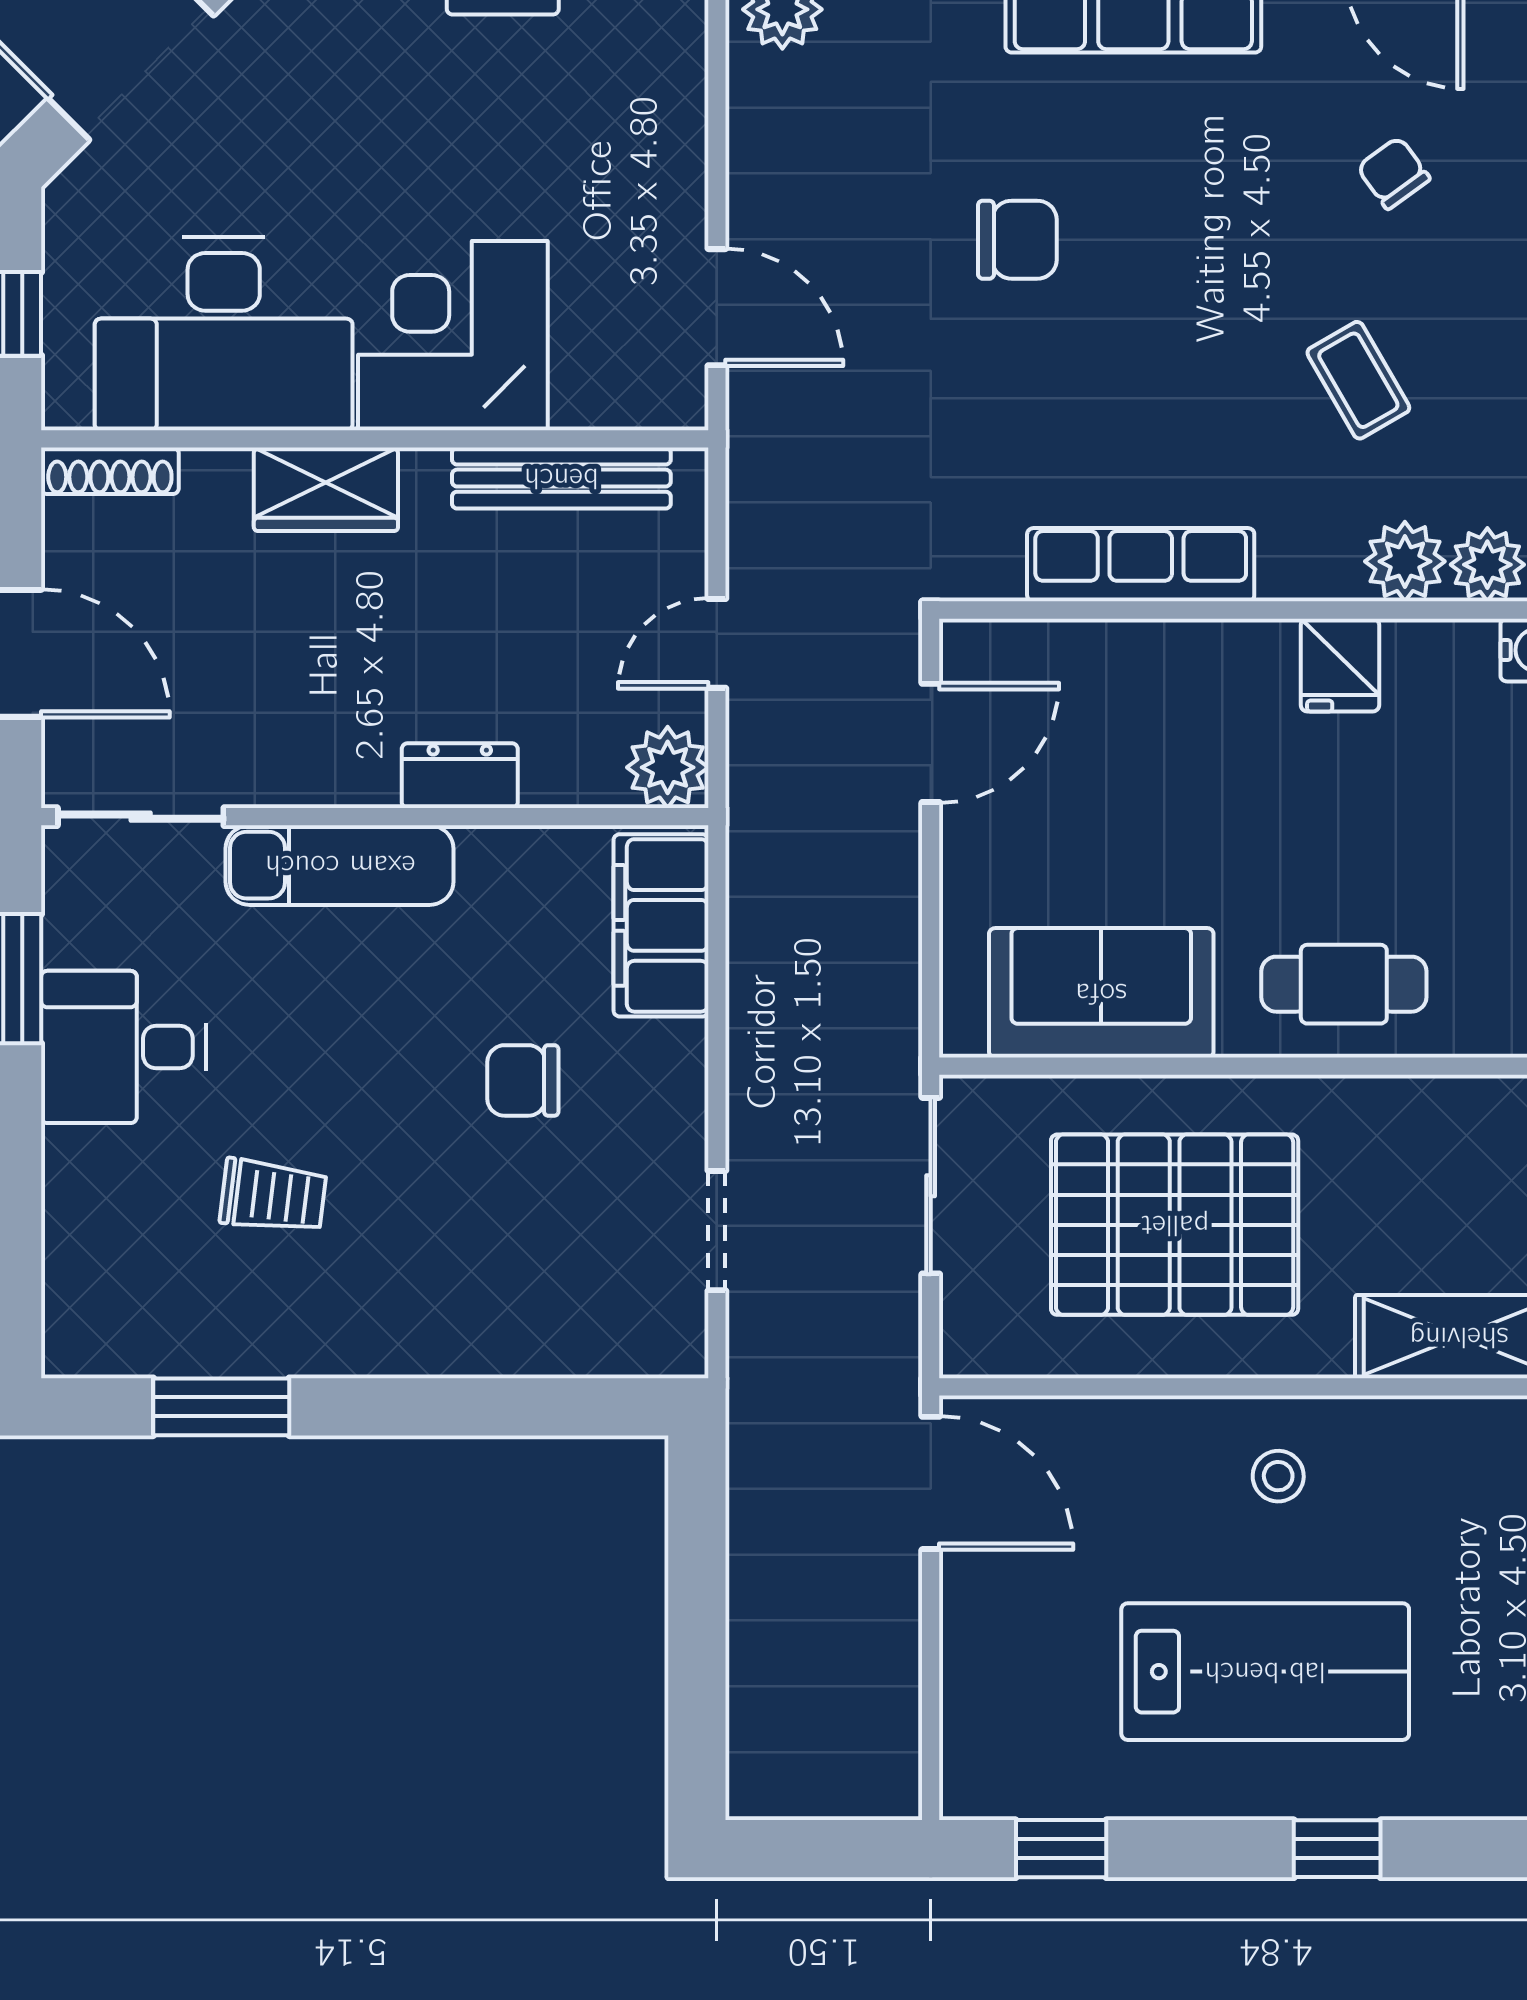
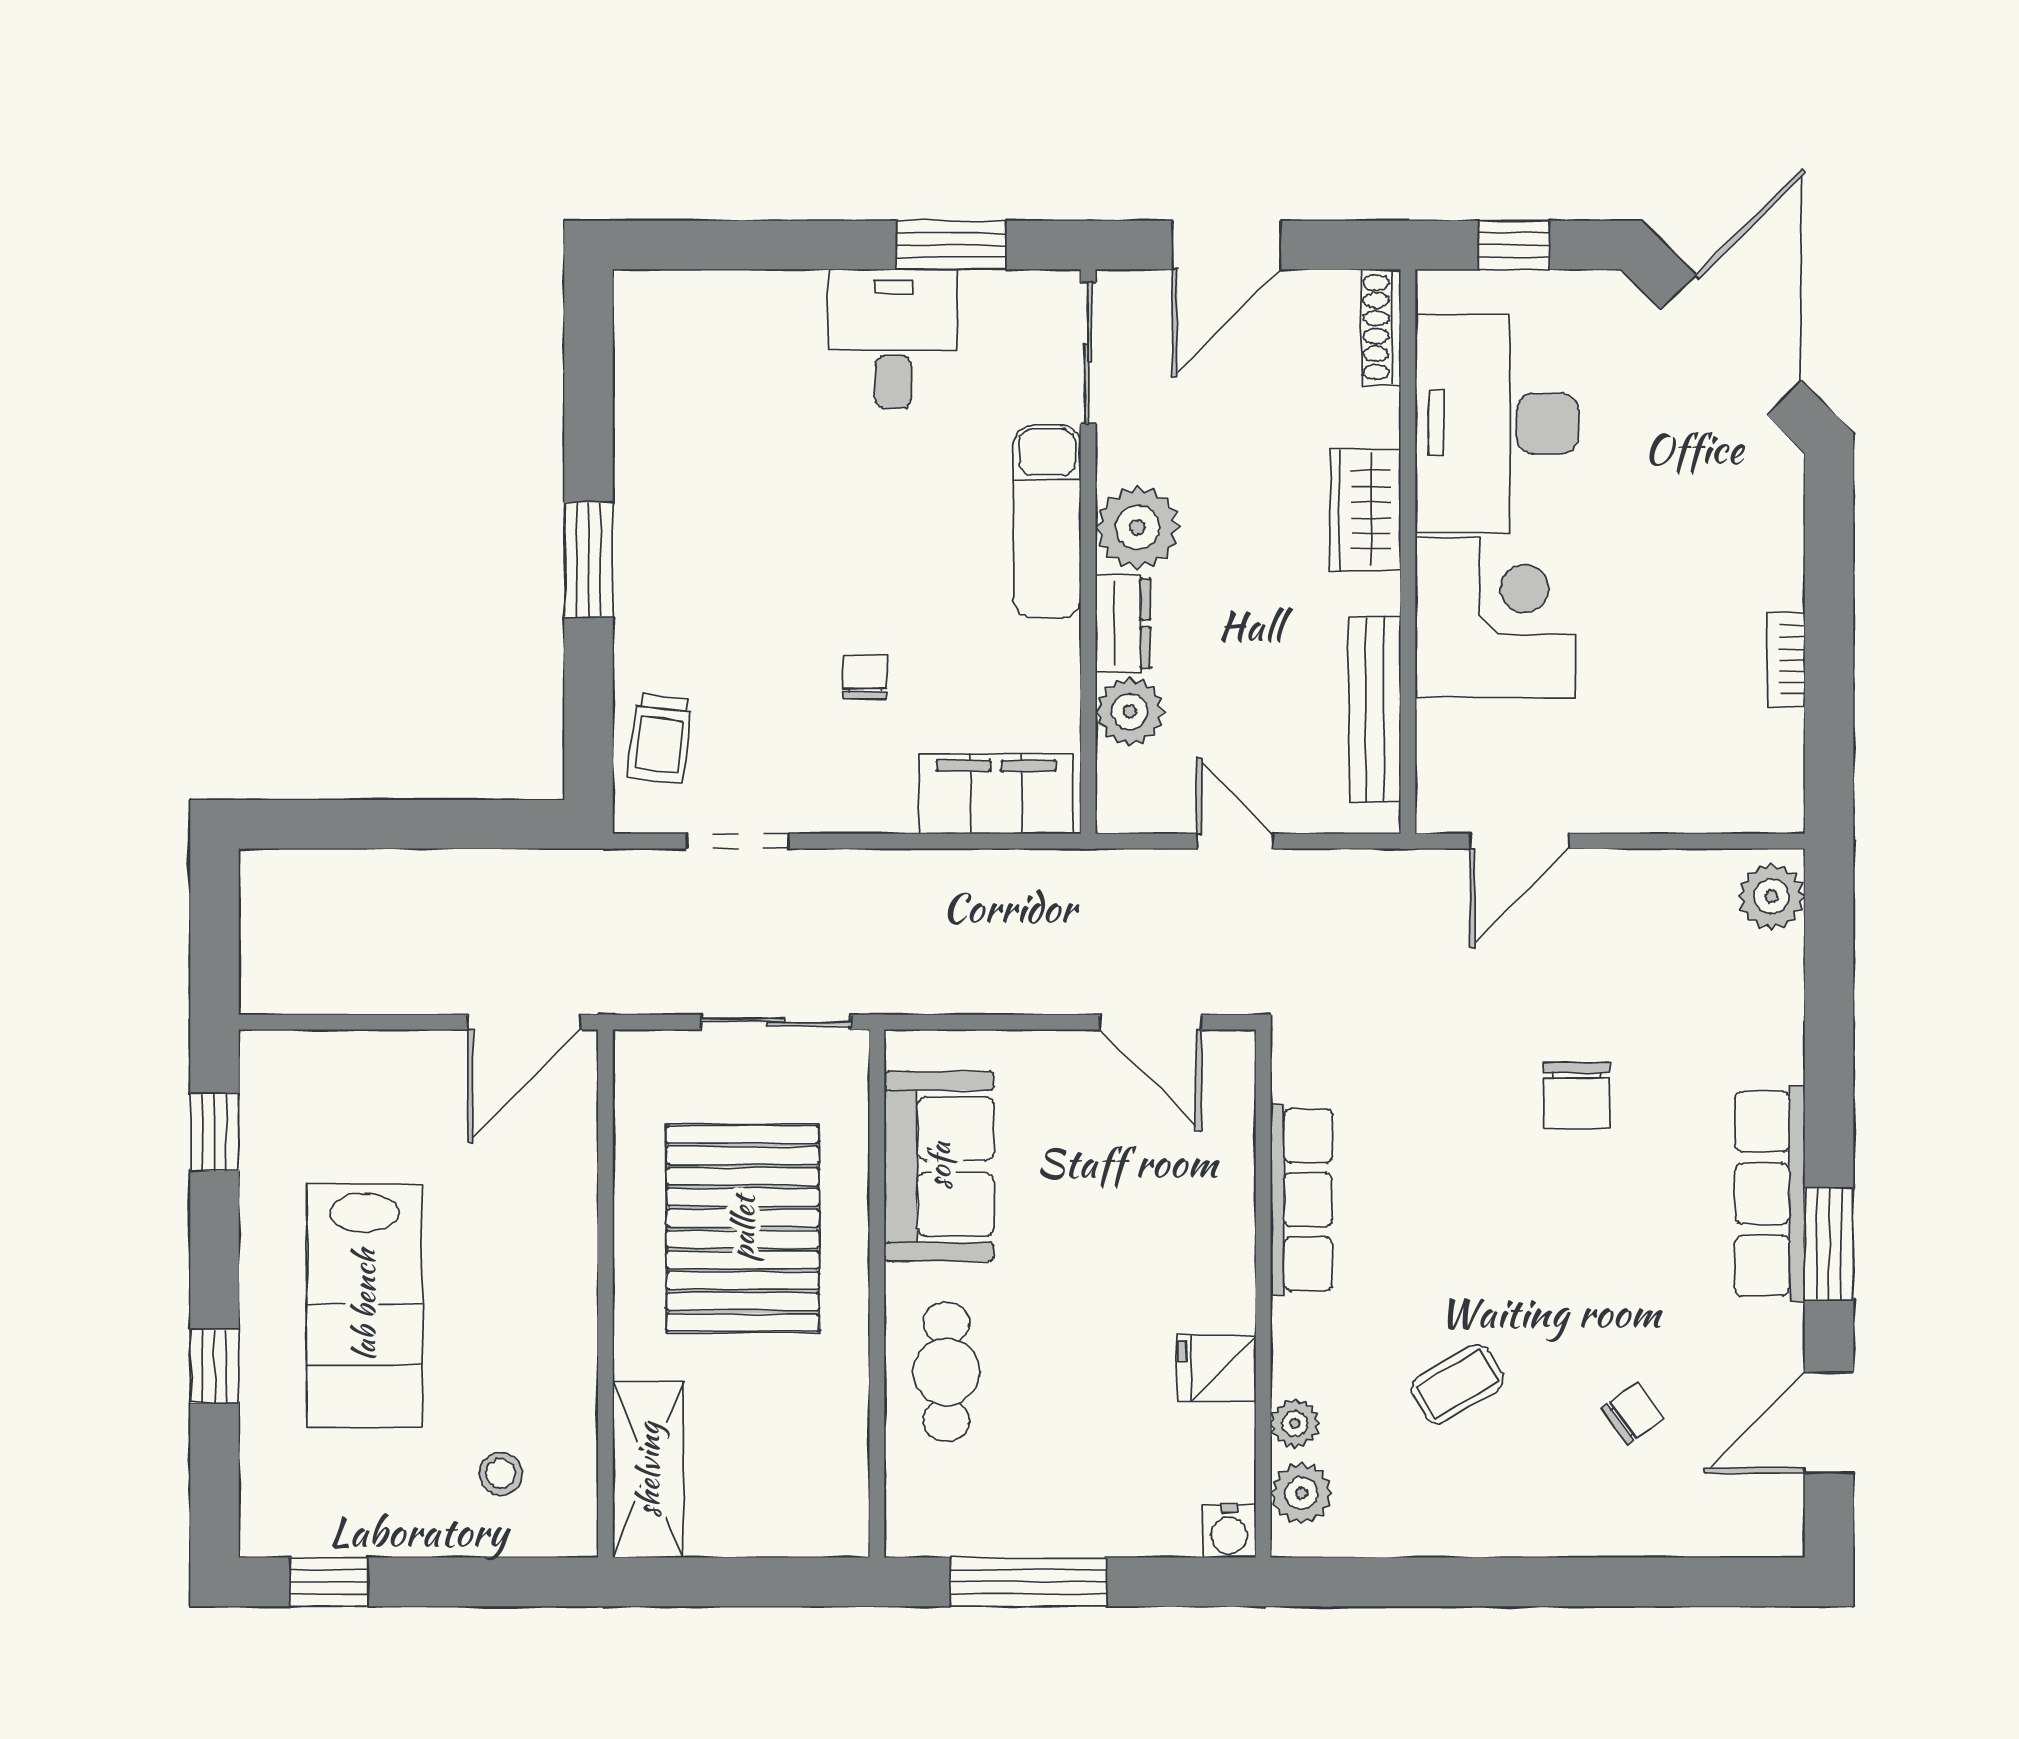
plant: (1405, 561) -> (1295, 1423), width x0.73, depth x0.73
plant: (346, 758) -> (1138, 527), added
plant: (668, 767) -> (1130, 712), moved
chair: (523, 1080) -> (865, 677), width x0.73, depth x0.73
trolley: (273, 1196) -> (660, 739), moved
window: (221, 1407) -> (589, 560), moved
stool: (1278, 1476) -> (501, 1474), moved

